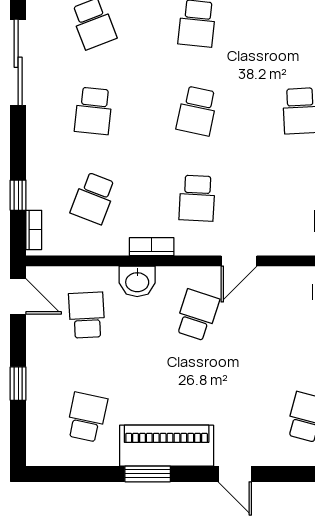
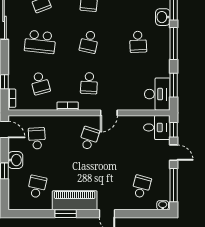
school desk: (93, 111) -> (40, 42), width x1.85
school desk: (93, 198) -> (40, 83), turned -36
washbasin: (137, 281) -> (15, 160), moved, turned -90

